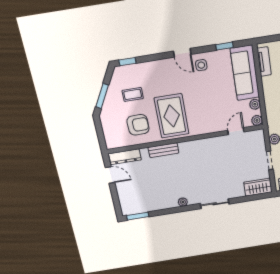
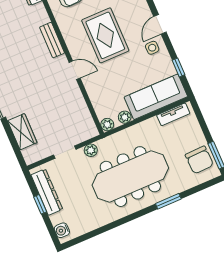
rug: (172, 116) -> (105, 35), moved, turned 90
door: (236, 131) -> (75, 70), moved
bench: (163, 150) -> (52, 40), moved
wardrobe: (258, 187) -> (22, 132), moved

